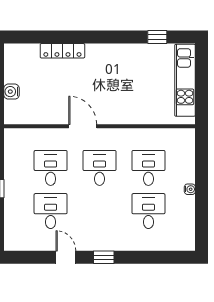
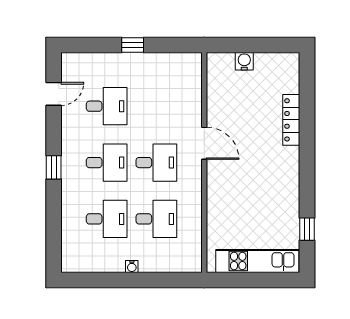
door: (83, 126) -> (204, 143), hinge flipped
desk: (51, 168) -> (107, 163), moved
door: (66, 257) -> (54, 94), moved

